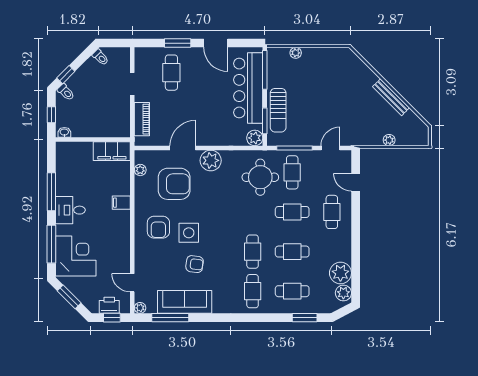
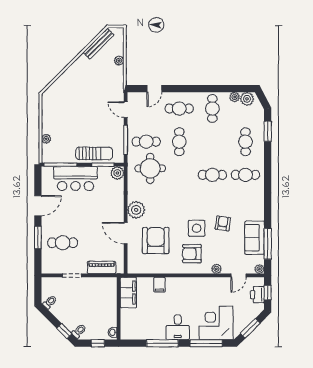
bar counter: (248, 88) -> (76, 179), width x0.73
bench: (391, 97) -> (99, 44), moved
plant: (140, 170) -> (216, 269), moved
filing cabinet: (121, 203) -> (159, 285), moved
armchair: (158, 227) -> (192, 254), turned 180
cafe table: (292, 252) -> (212, 109), moved
plant: (340, 273) -> (235, 97), width x0.53, depth x0.53
sofa: (185, 302) -> (255, 238), width x0.73

